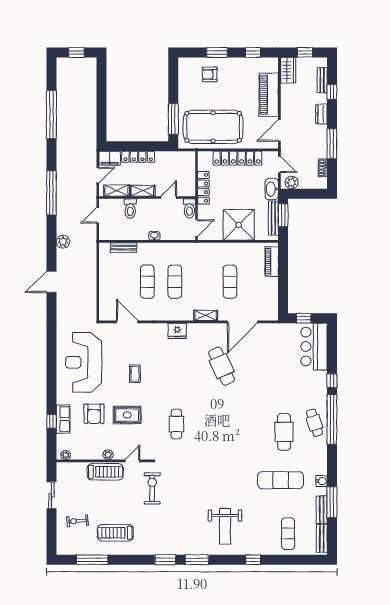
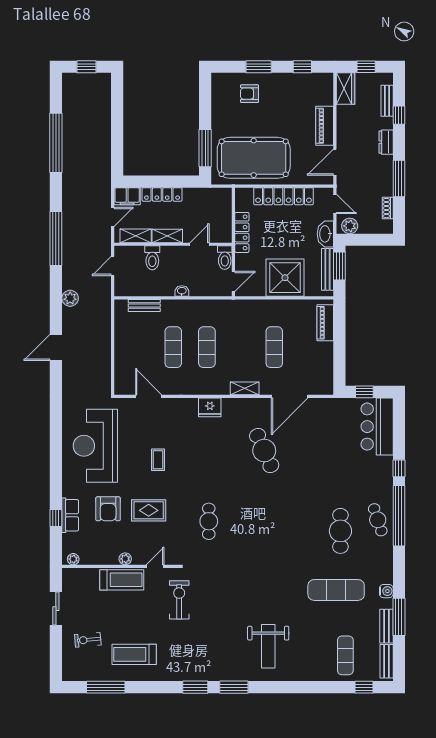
piano: (269, 95) -> (325, 126), width x0.73, depth x0.75
window: (253, 560) -> (364, 687), moved

